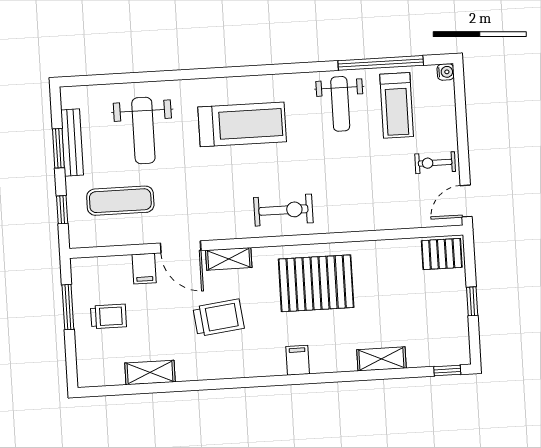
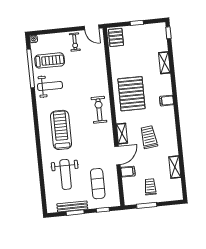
weight bench: (143, 130) -> (66, 174), turned 90

